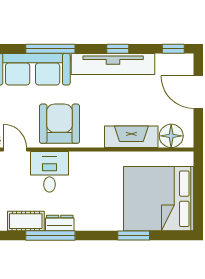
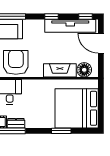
tv unit: (113, 64) -> (70, 26), moved

